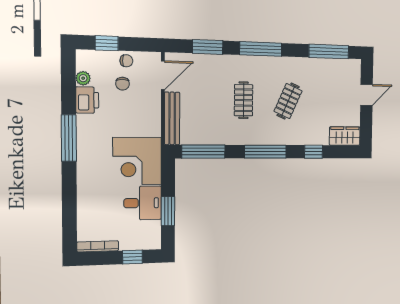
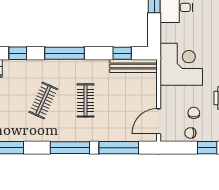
window: (208, 47) -> (119, 148), width x1.44
bench: (172, 118) -> (134, 66), moved, turned 90
window: (203, 152) -> (122, 53), width x0.46
corner desk: (137, 161) -> (181, 64), moved

